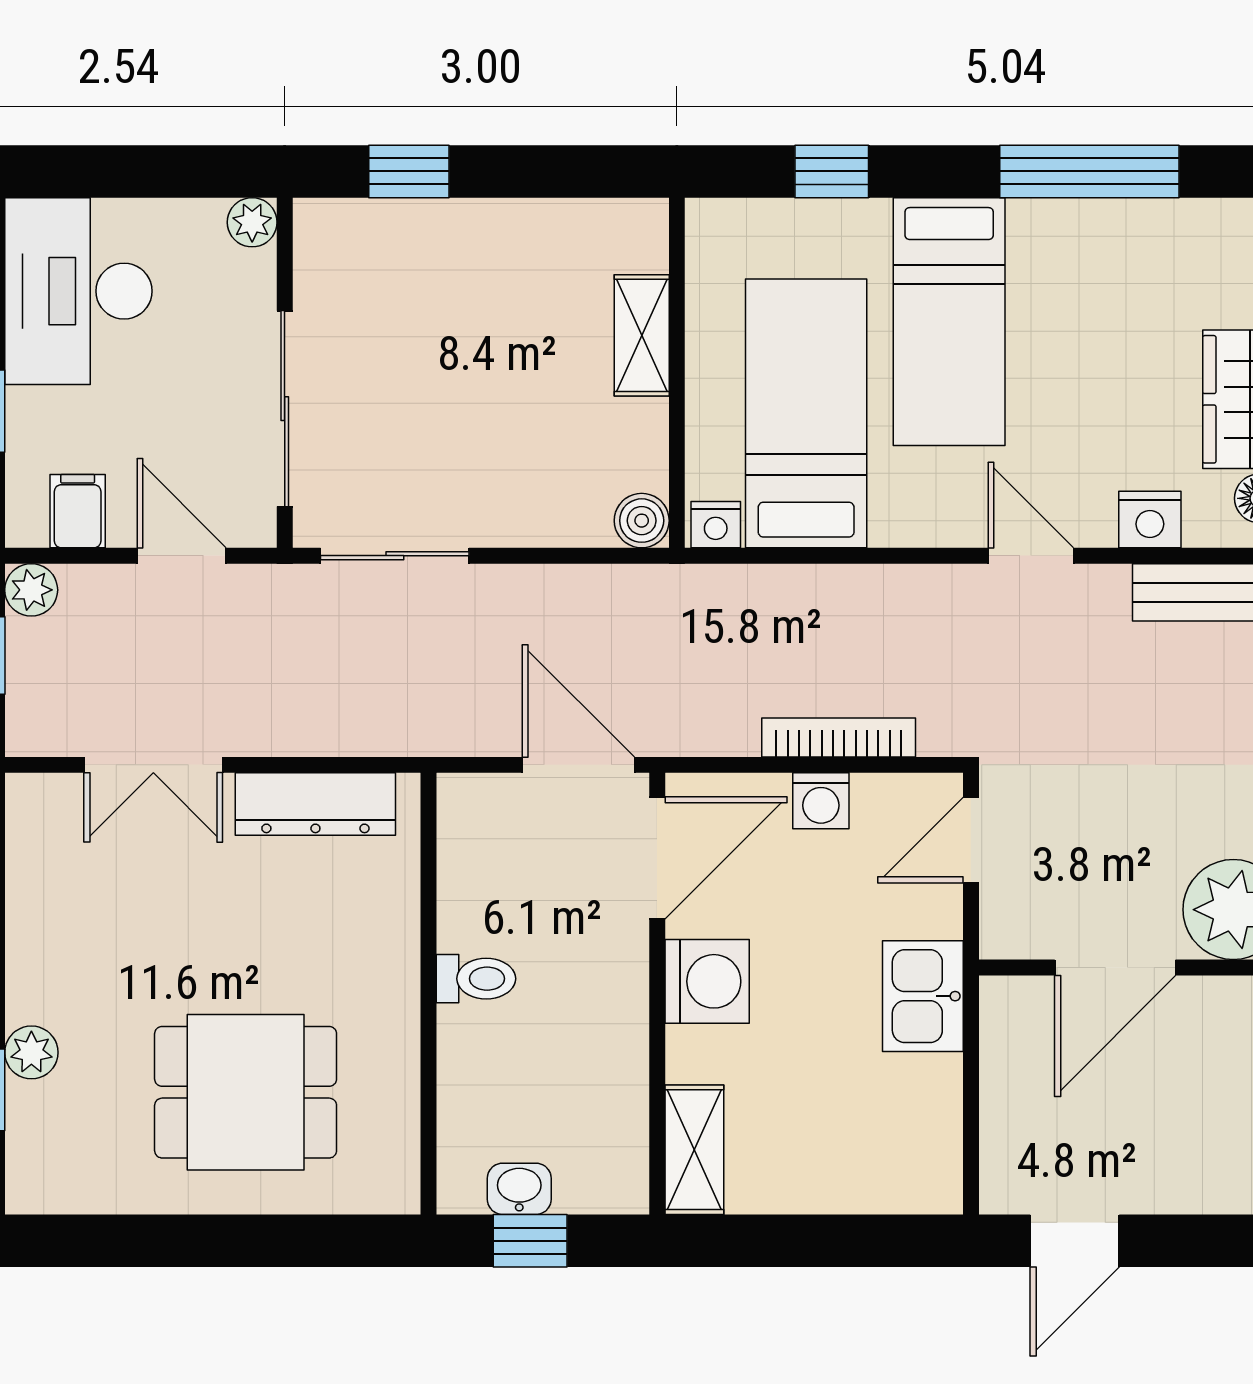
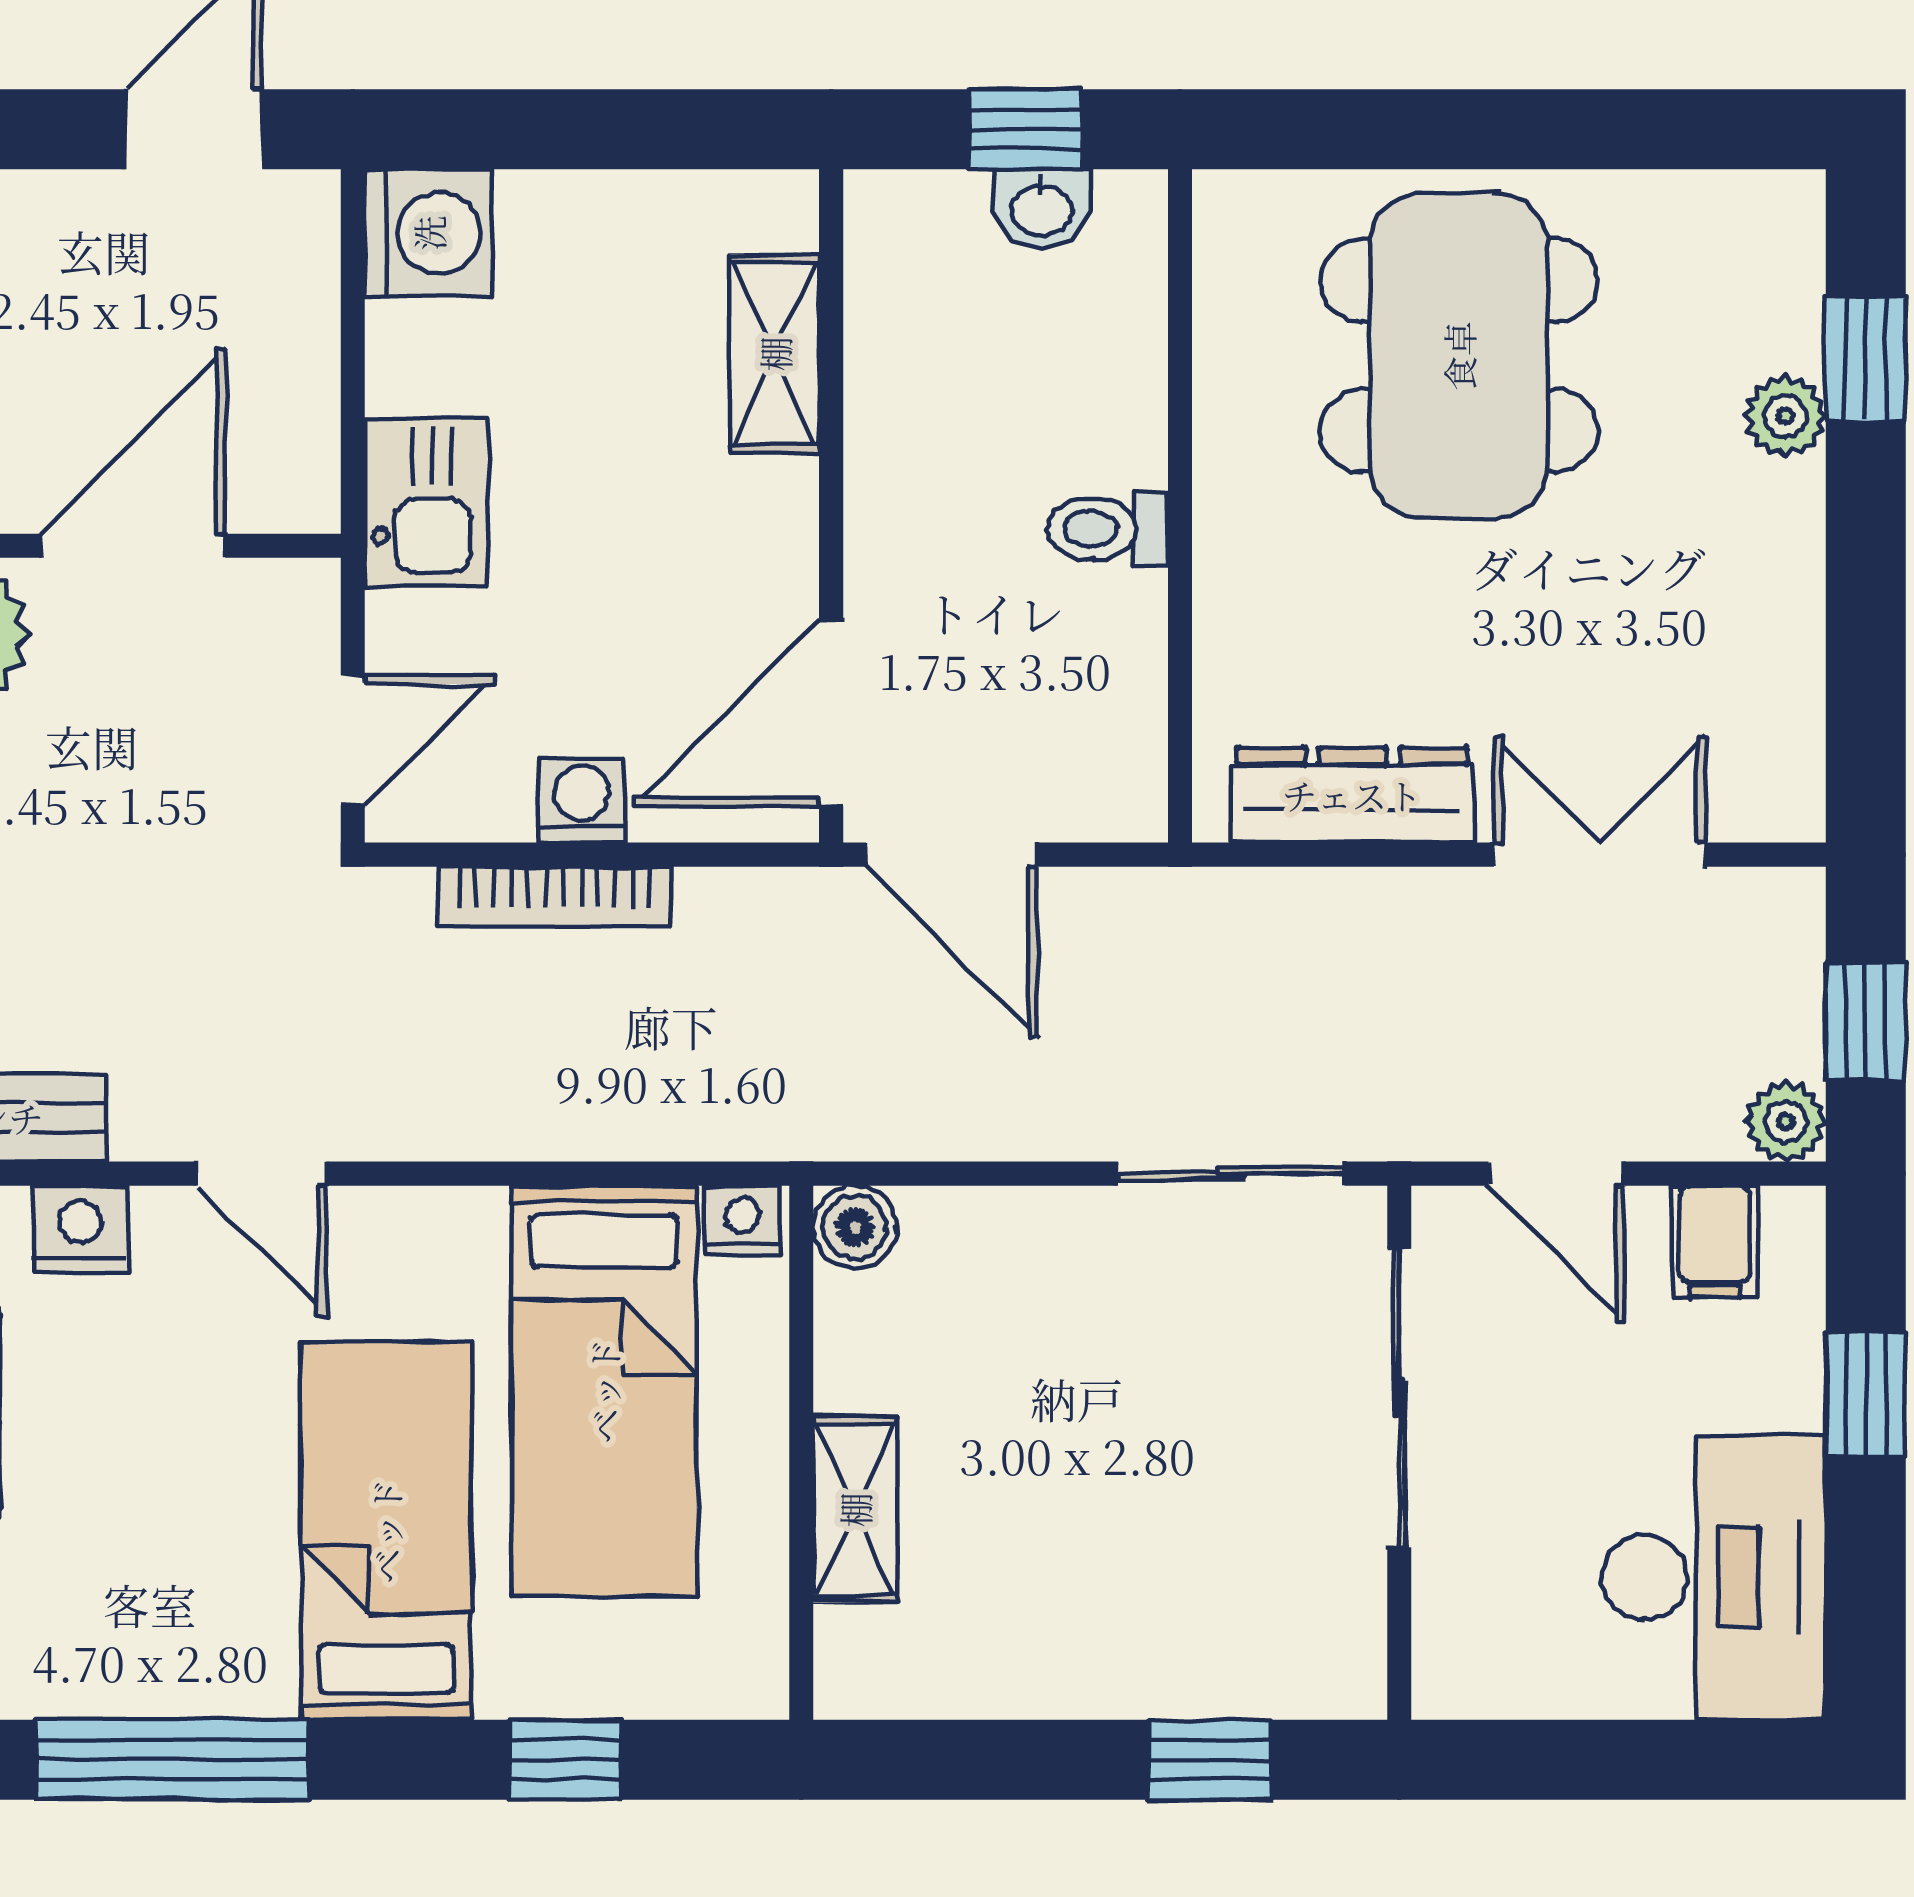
plant: (252, 222) -> (1449, 1682), removed
washing machine: (707, 981) -> (429, 233), moved, turned 180
dining table: (246, 1092) -> (1459, 356), width x1.37
shelving: (694, 1150) -> (775, 354), moved

